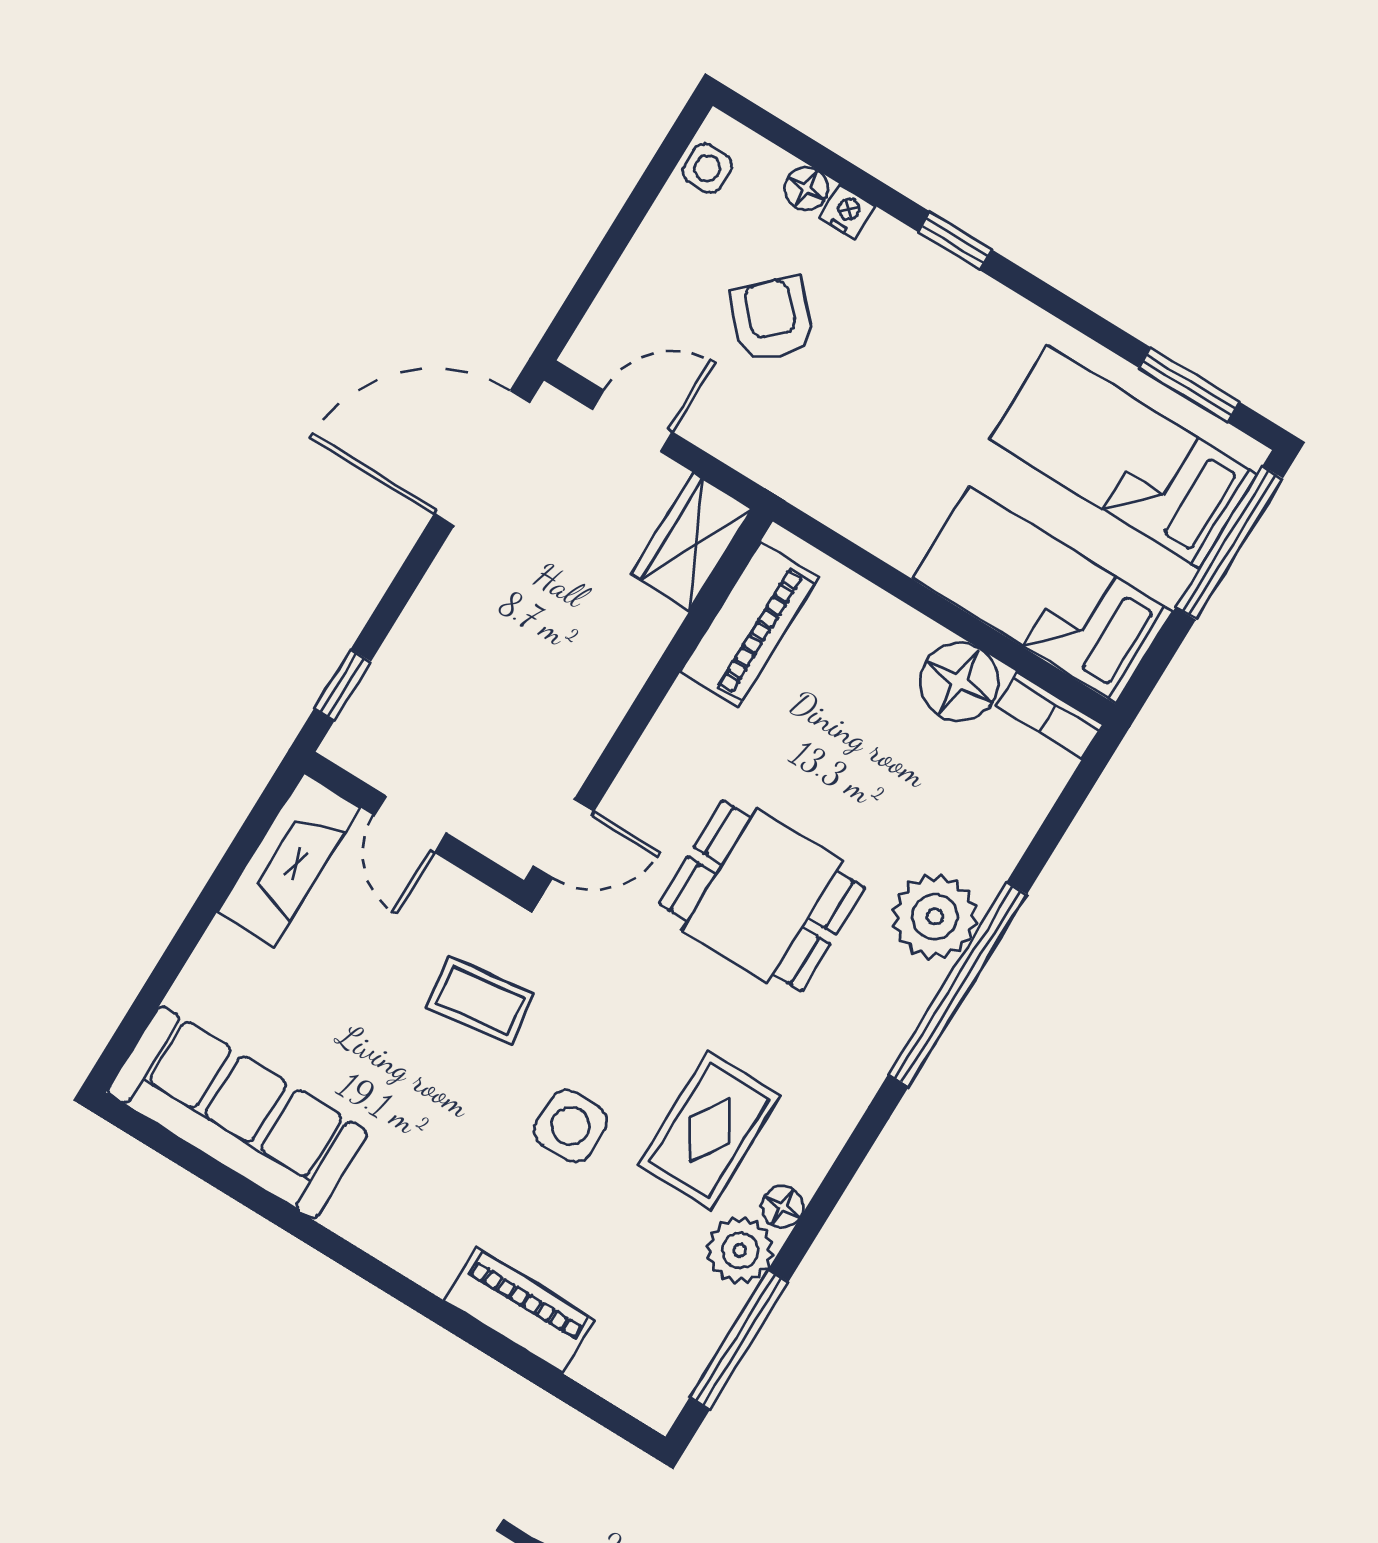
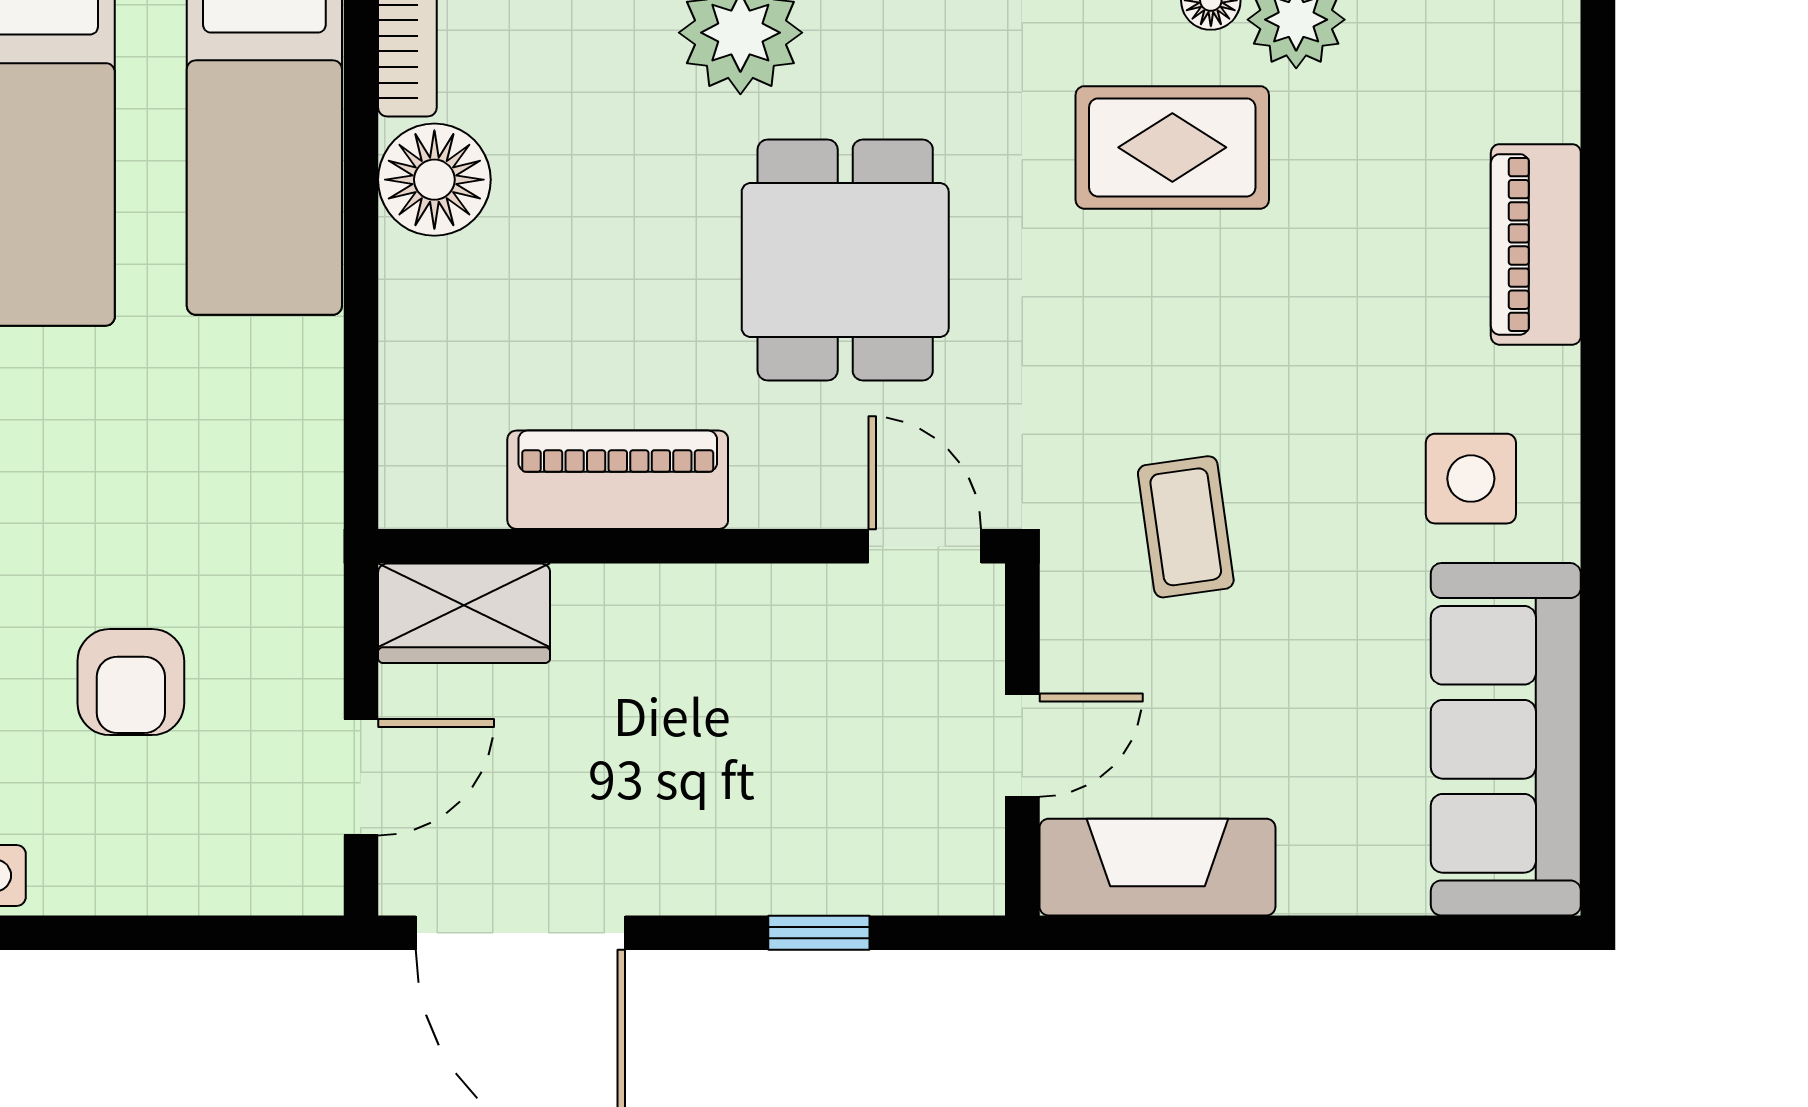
armchair: (772, 319) -> (131, 682), turned -46
door: (632, 421) -> (361, 777), swing flipped
piano: (749, 625) -> (618, 480), moved
window: (342, 685) -> (819, 933), moved
side table: (571, 1126) -> (1471, 479), moved

